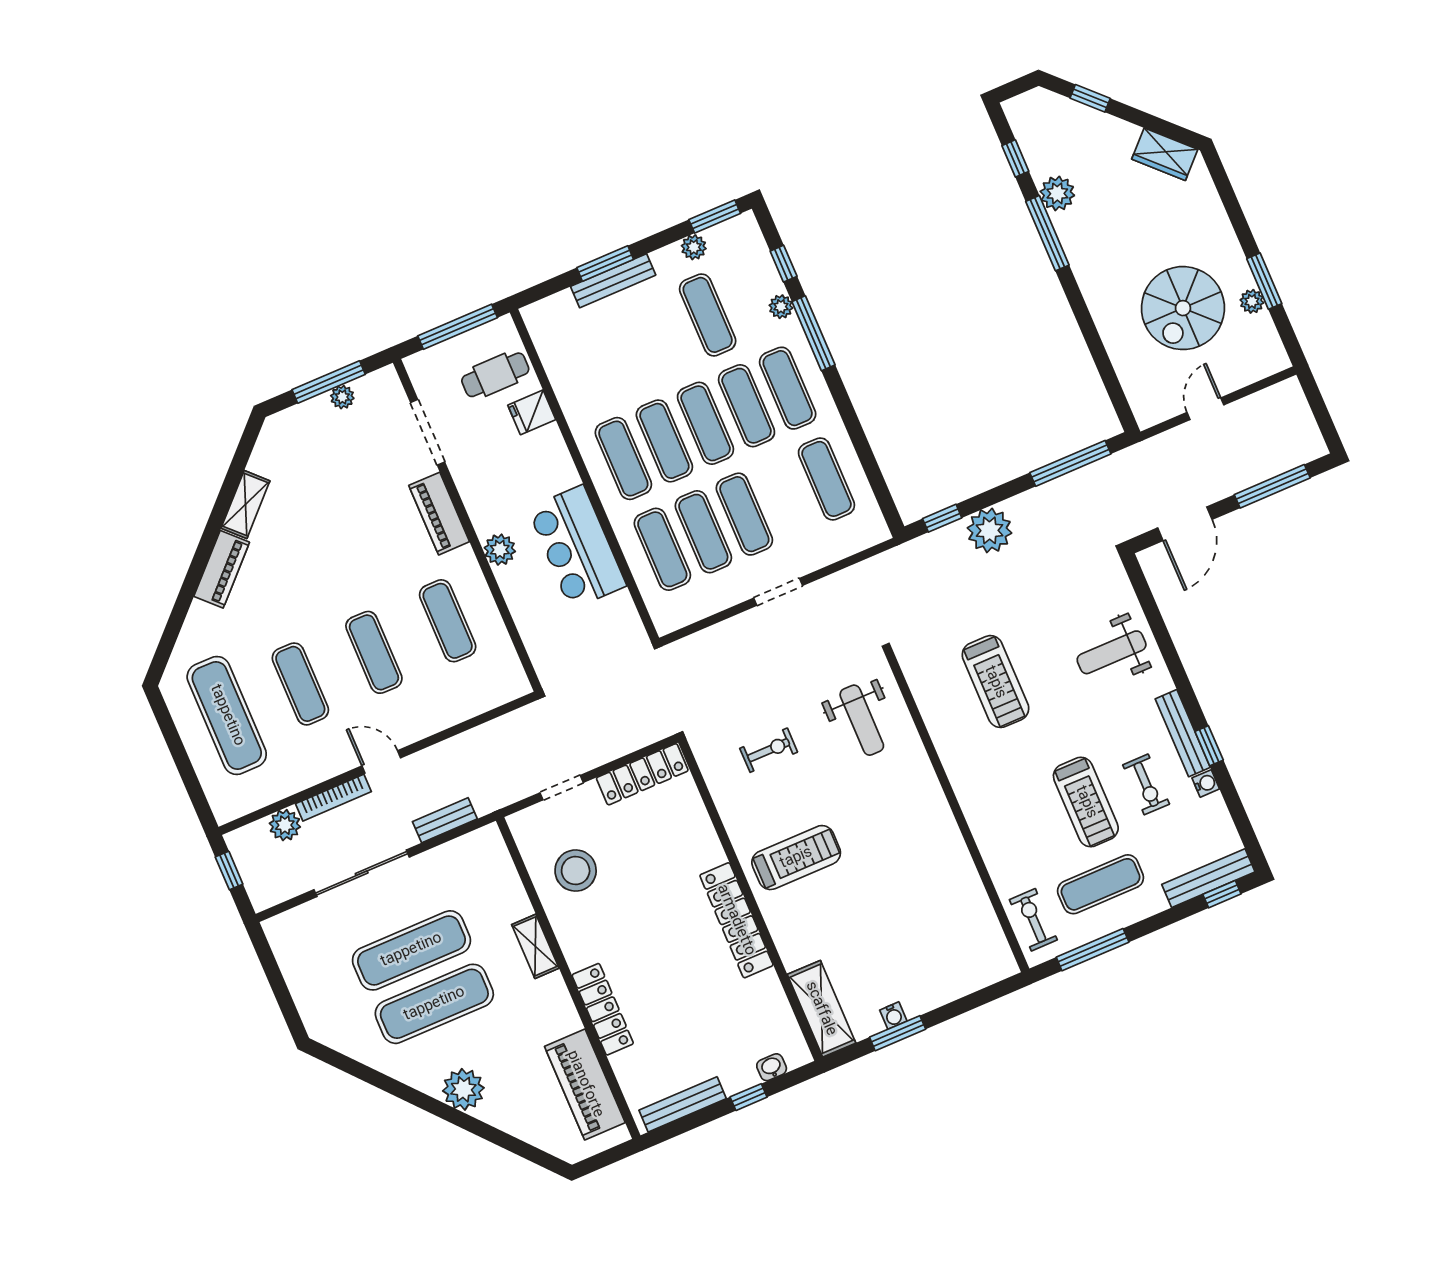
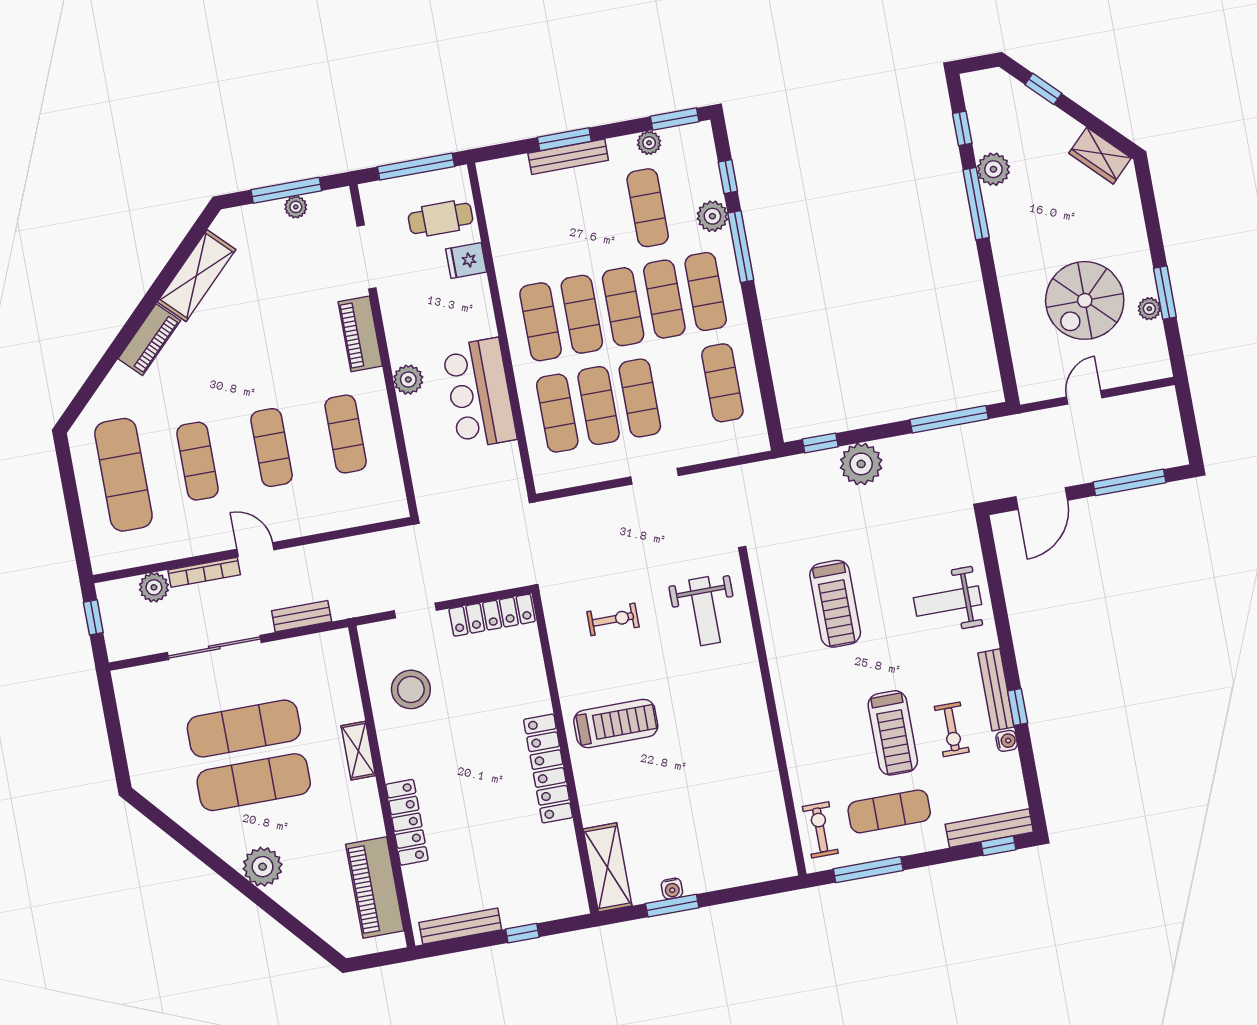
plant: (781, 307) -> (712, 216), width x1.38, depth x1.38
shelving: (245, 504) -> (196, 276), width x1.50, depth x1.33
washbasin: (772, 1067) -> (550, 911), removed

